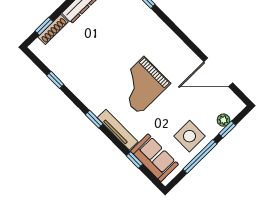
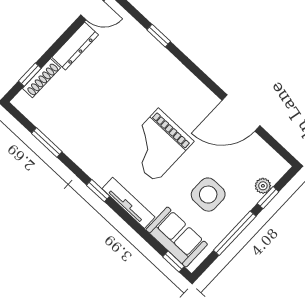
door: (218, 72) -> (241, 113), moved
window: (55, 80) -> (47, 142), width x1.50
side table: (189, 136) -> (208, 195), moved
window: (134, 160) -> (174, 262), moved

